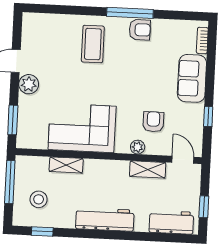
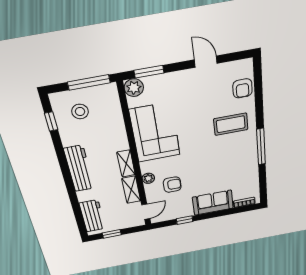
armchair: (140, 30) -> (242, 88), moved
plant: (29, 84) -> (134, 88), moved
shelving: (66, 165) -> (126, 164), moved

